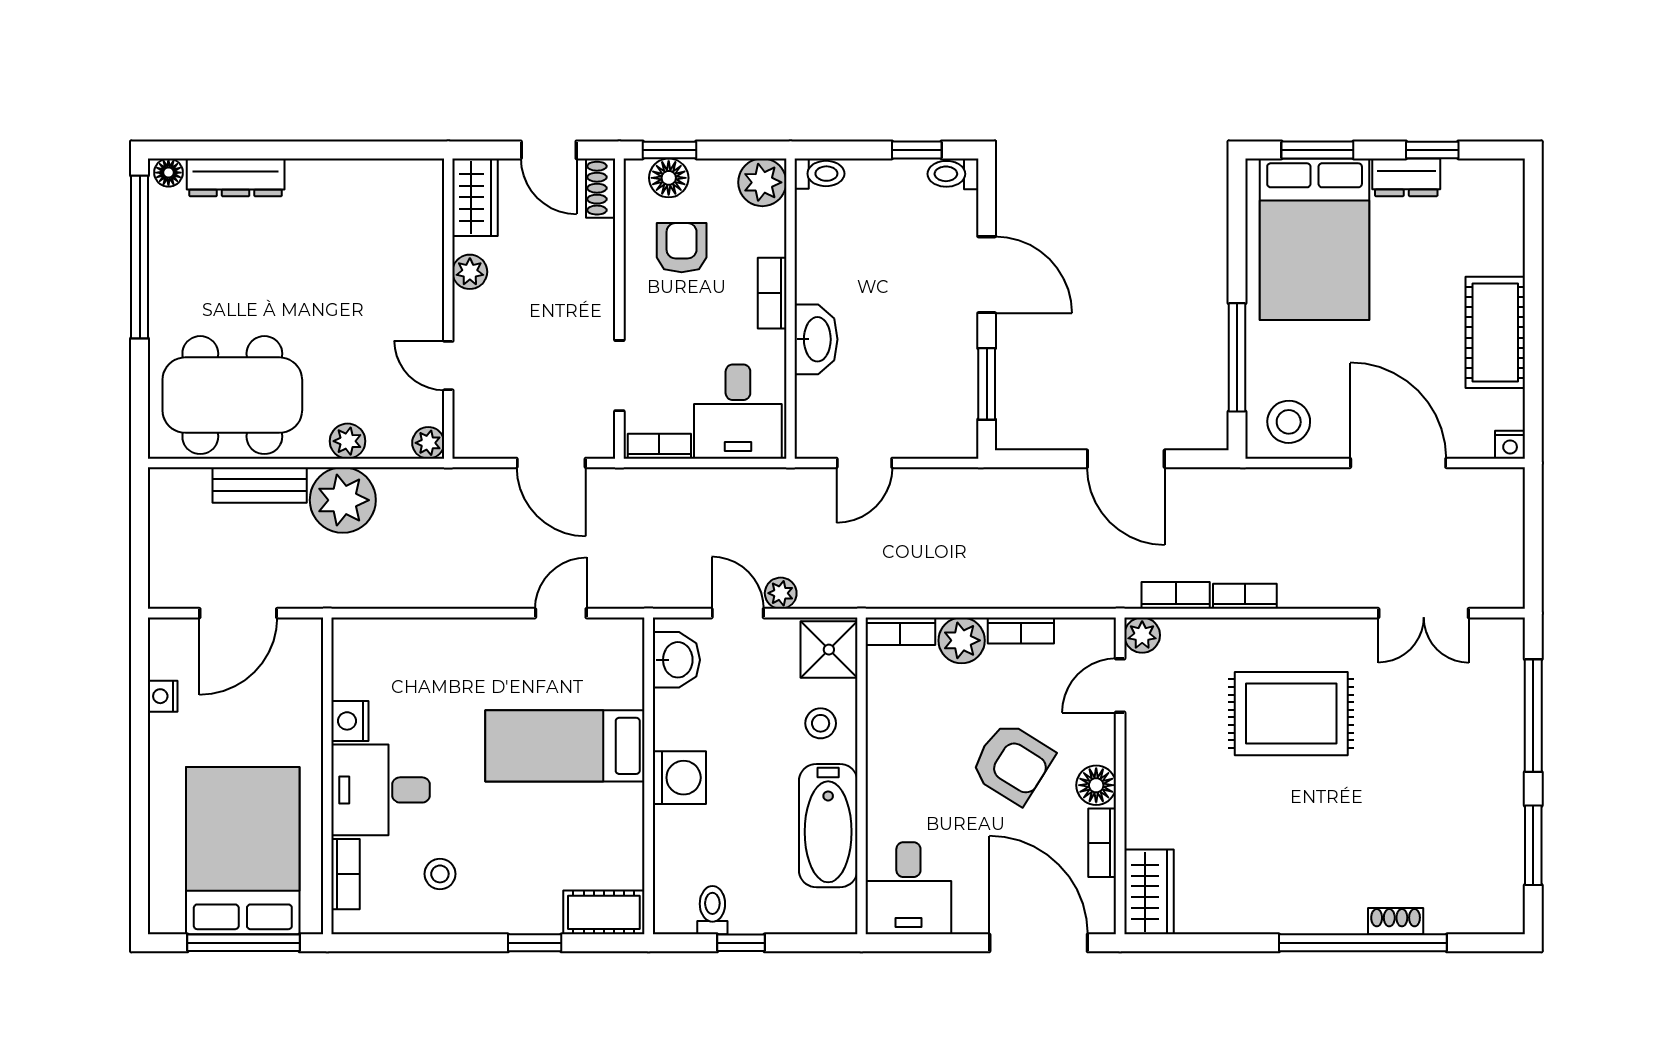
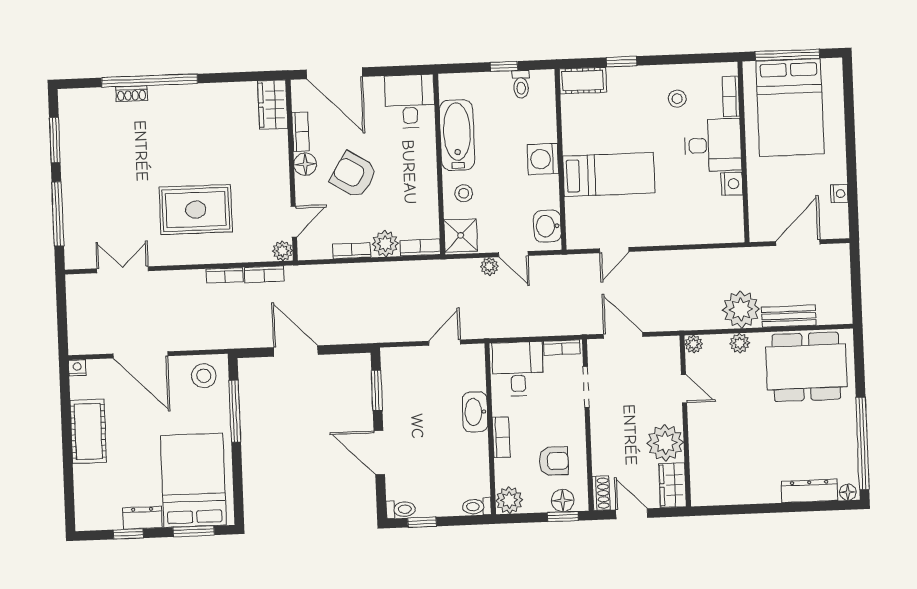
armchair: (682, 248) -> (554, 461), turned -90
plant: (470, 272) -> (665, 443), width x1.88, depth x1.88

